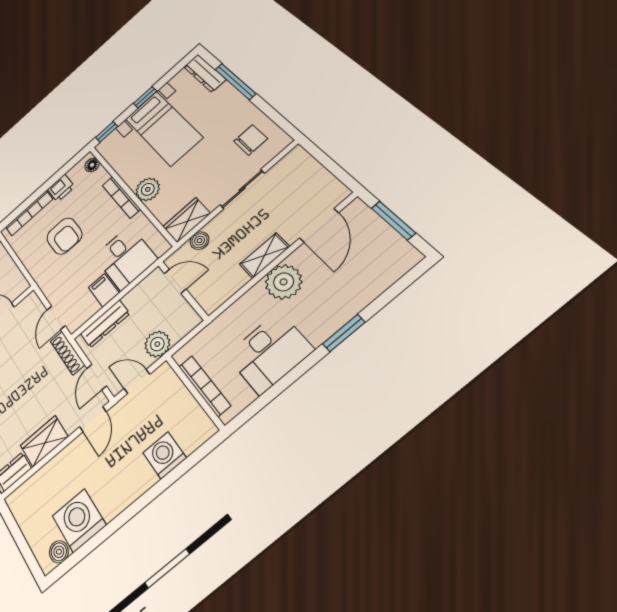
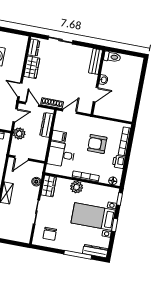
door: (175, 281) -> (21, 158), moved
door: (56, 318) -> (70, 111), hinge flipped

